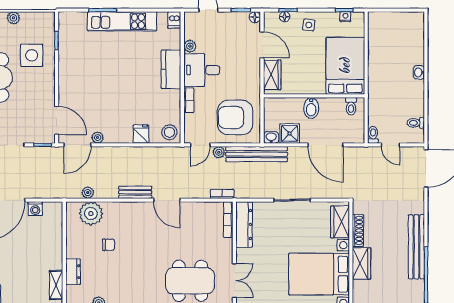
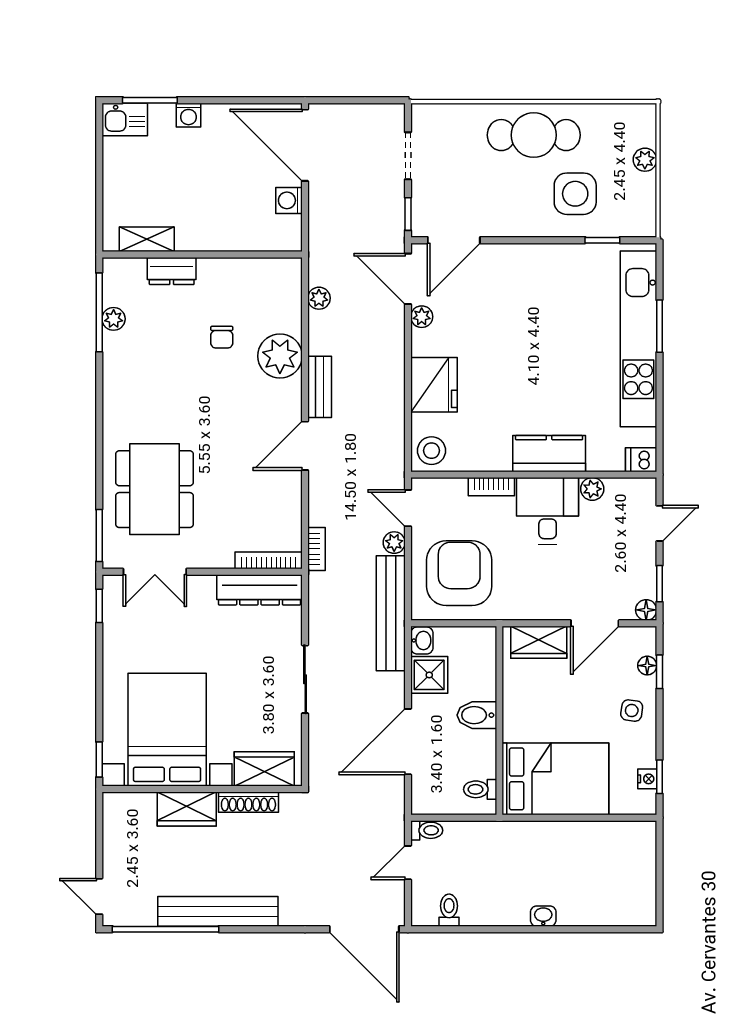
kitchen unit: (122, 21) -> (638, 339), width x1.36
fridge: (141, 134) -> (434, 385), width x1.88, depth x1.34
plant: (91, 214) -> (280, 356), moved

